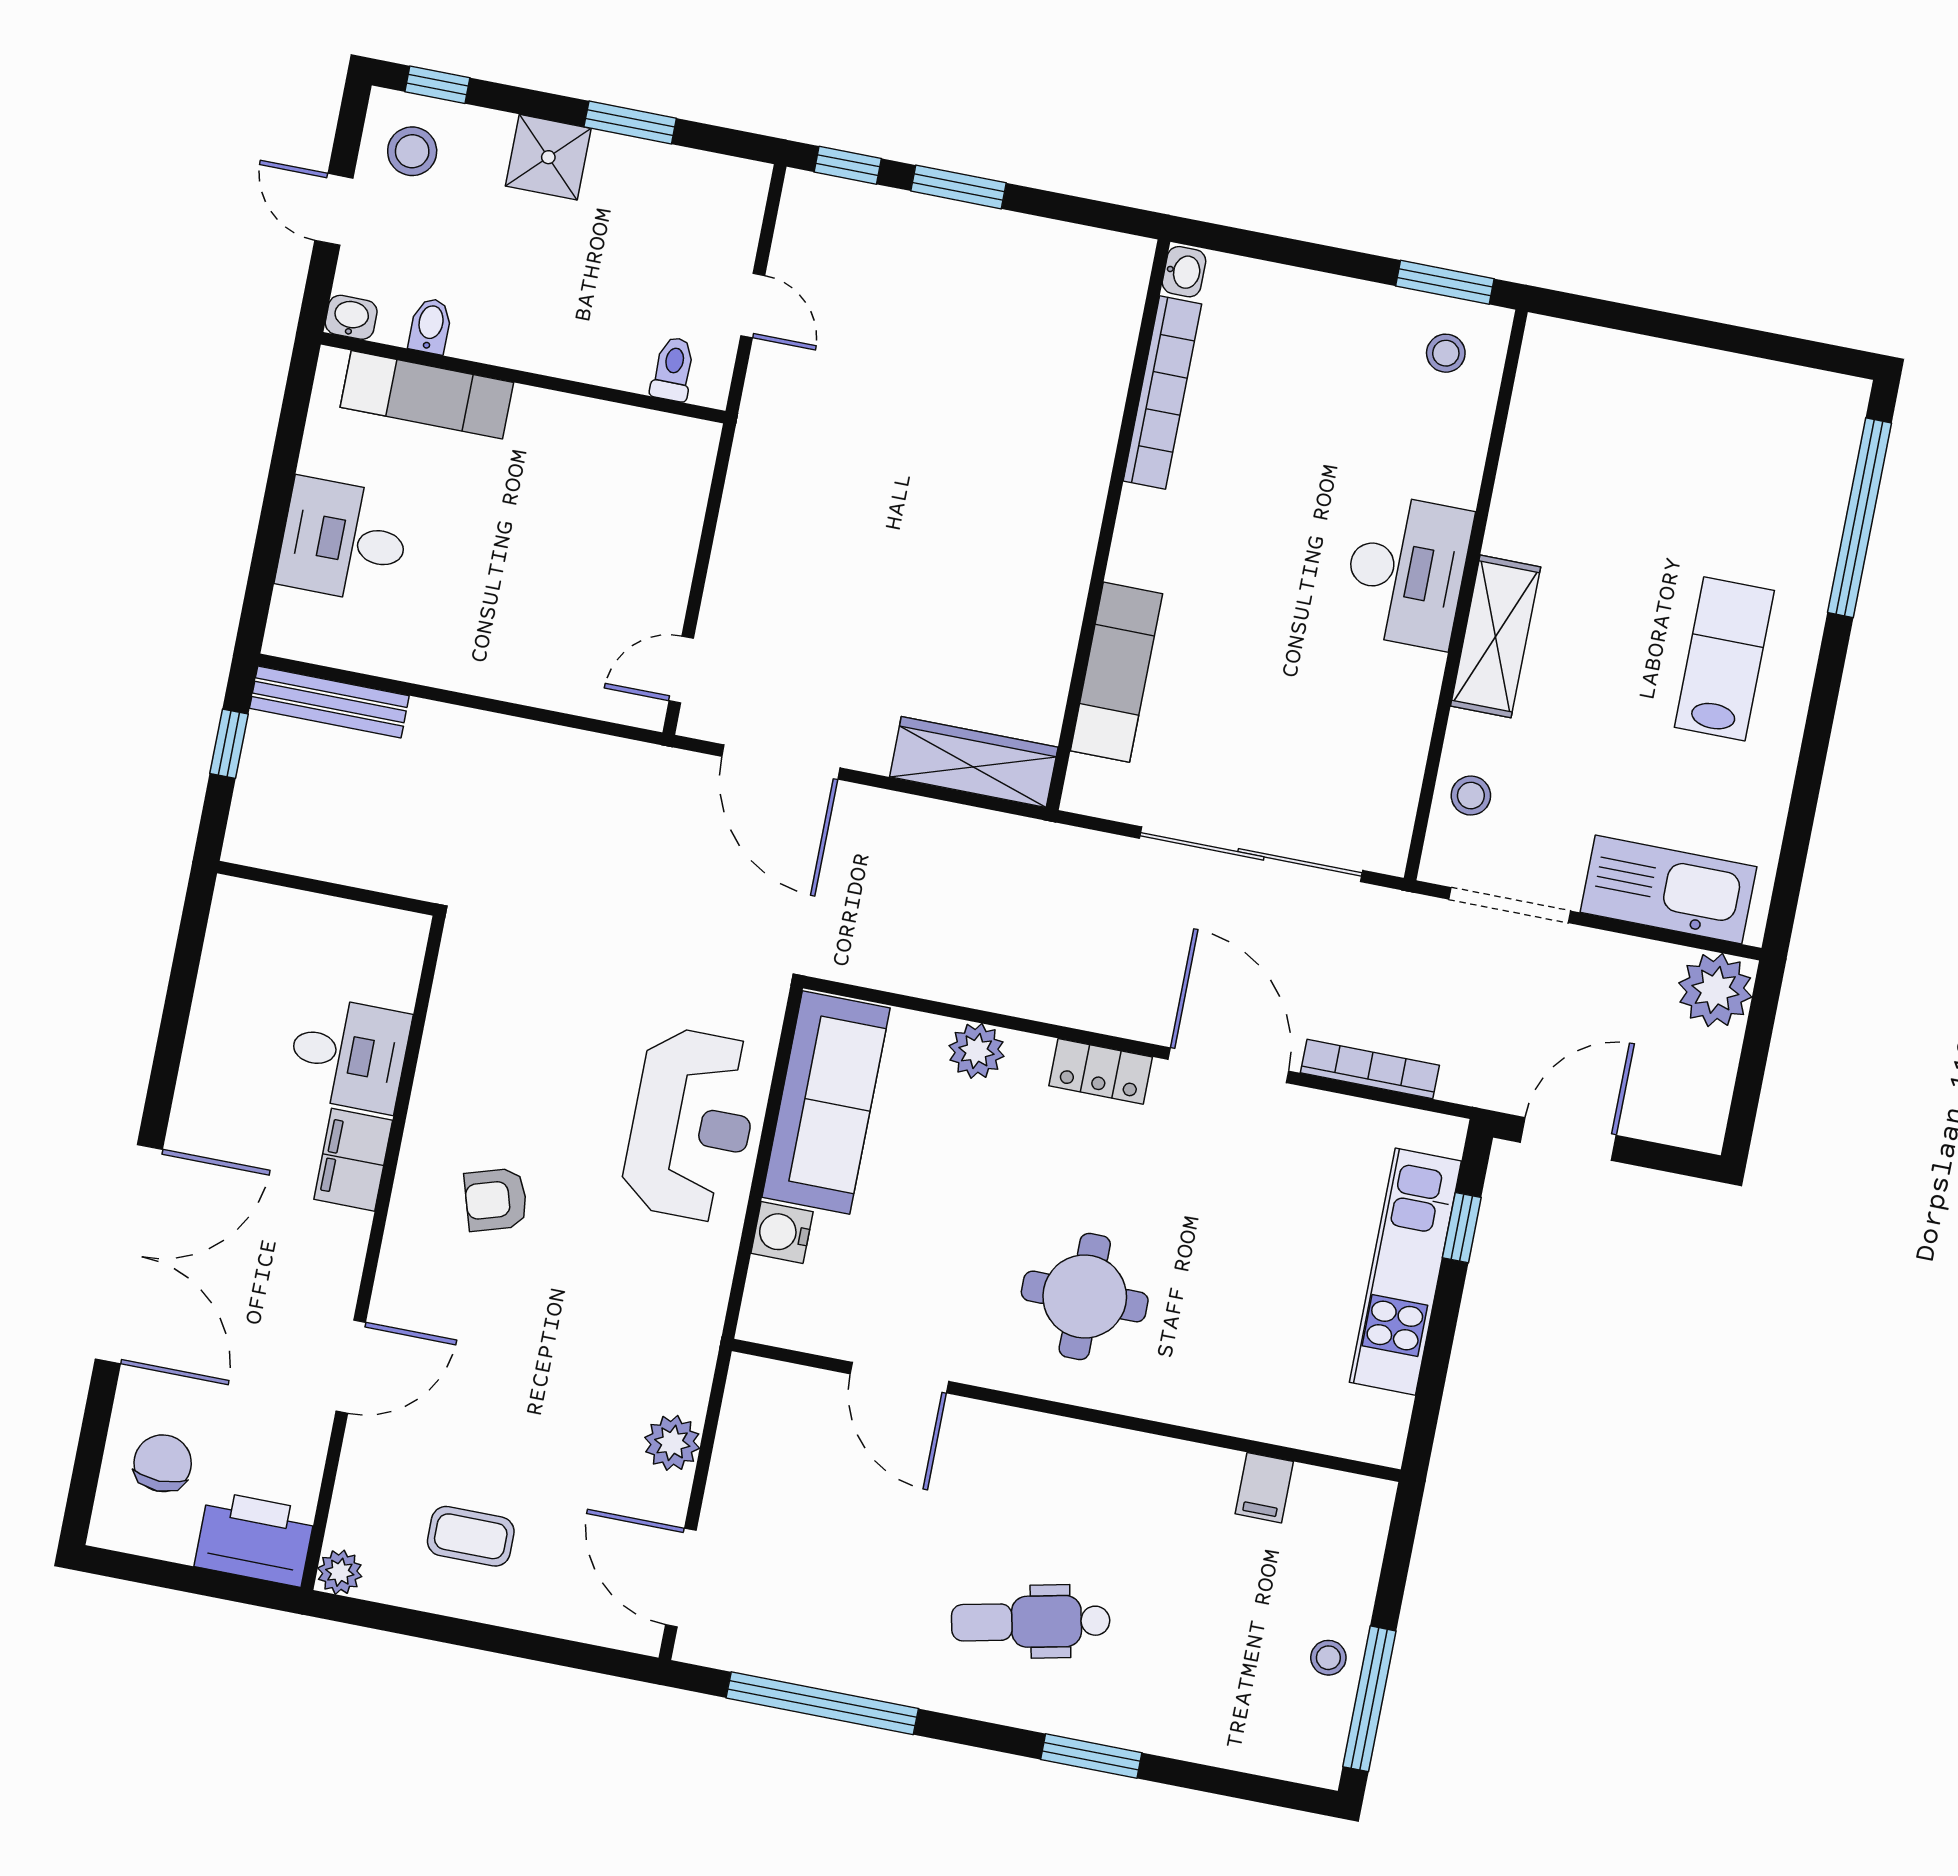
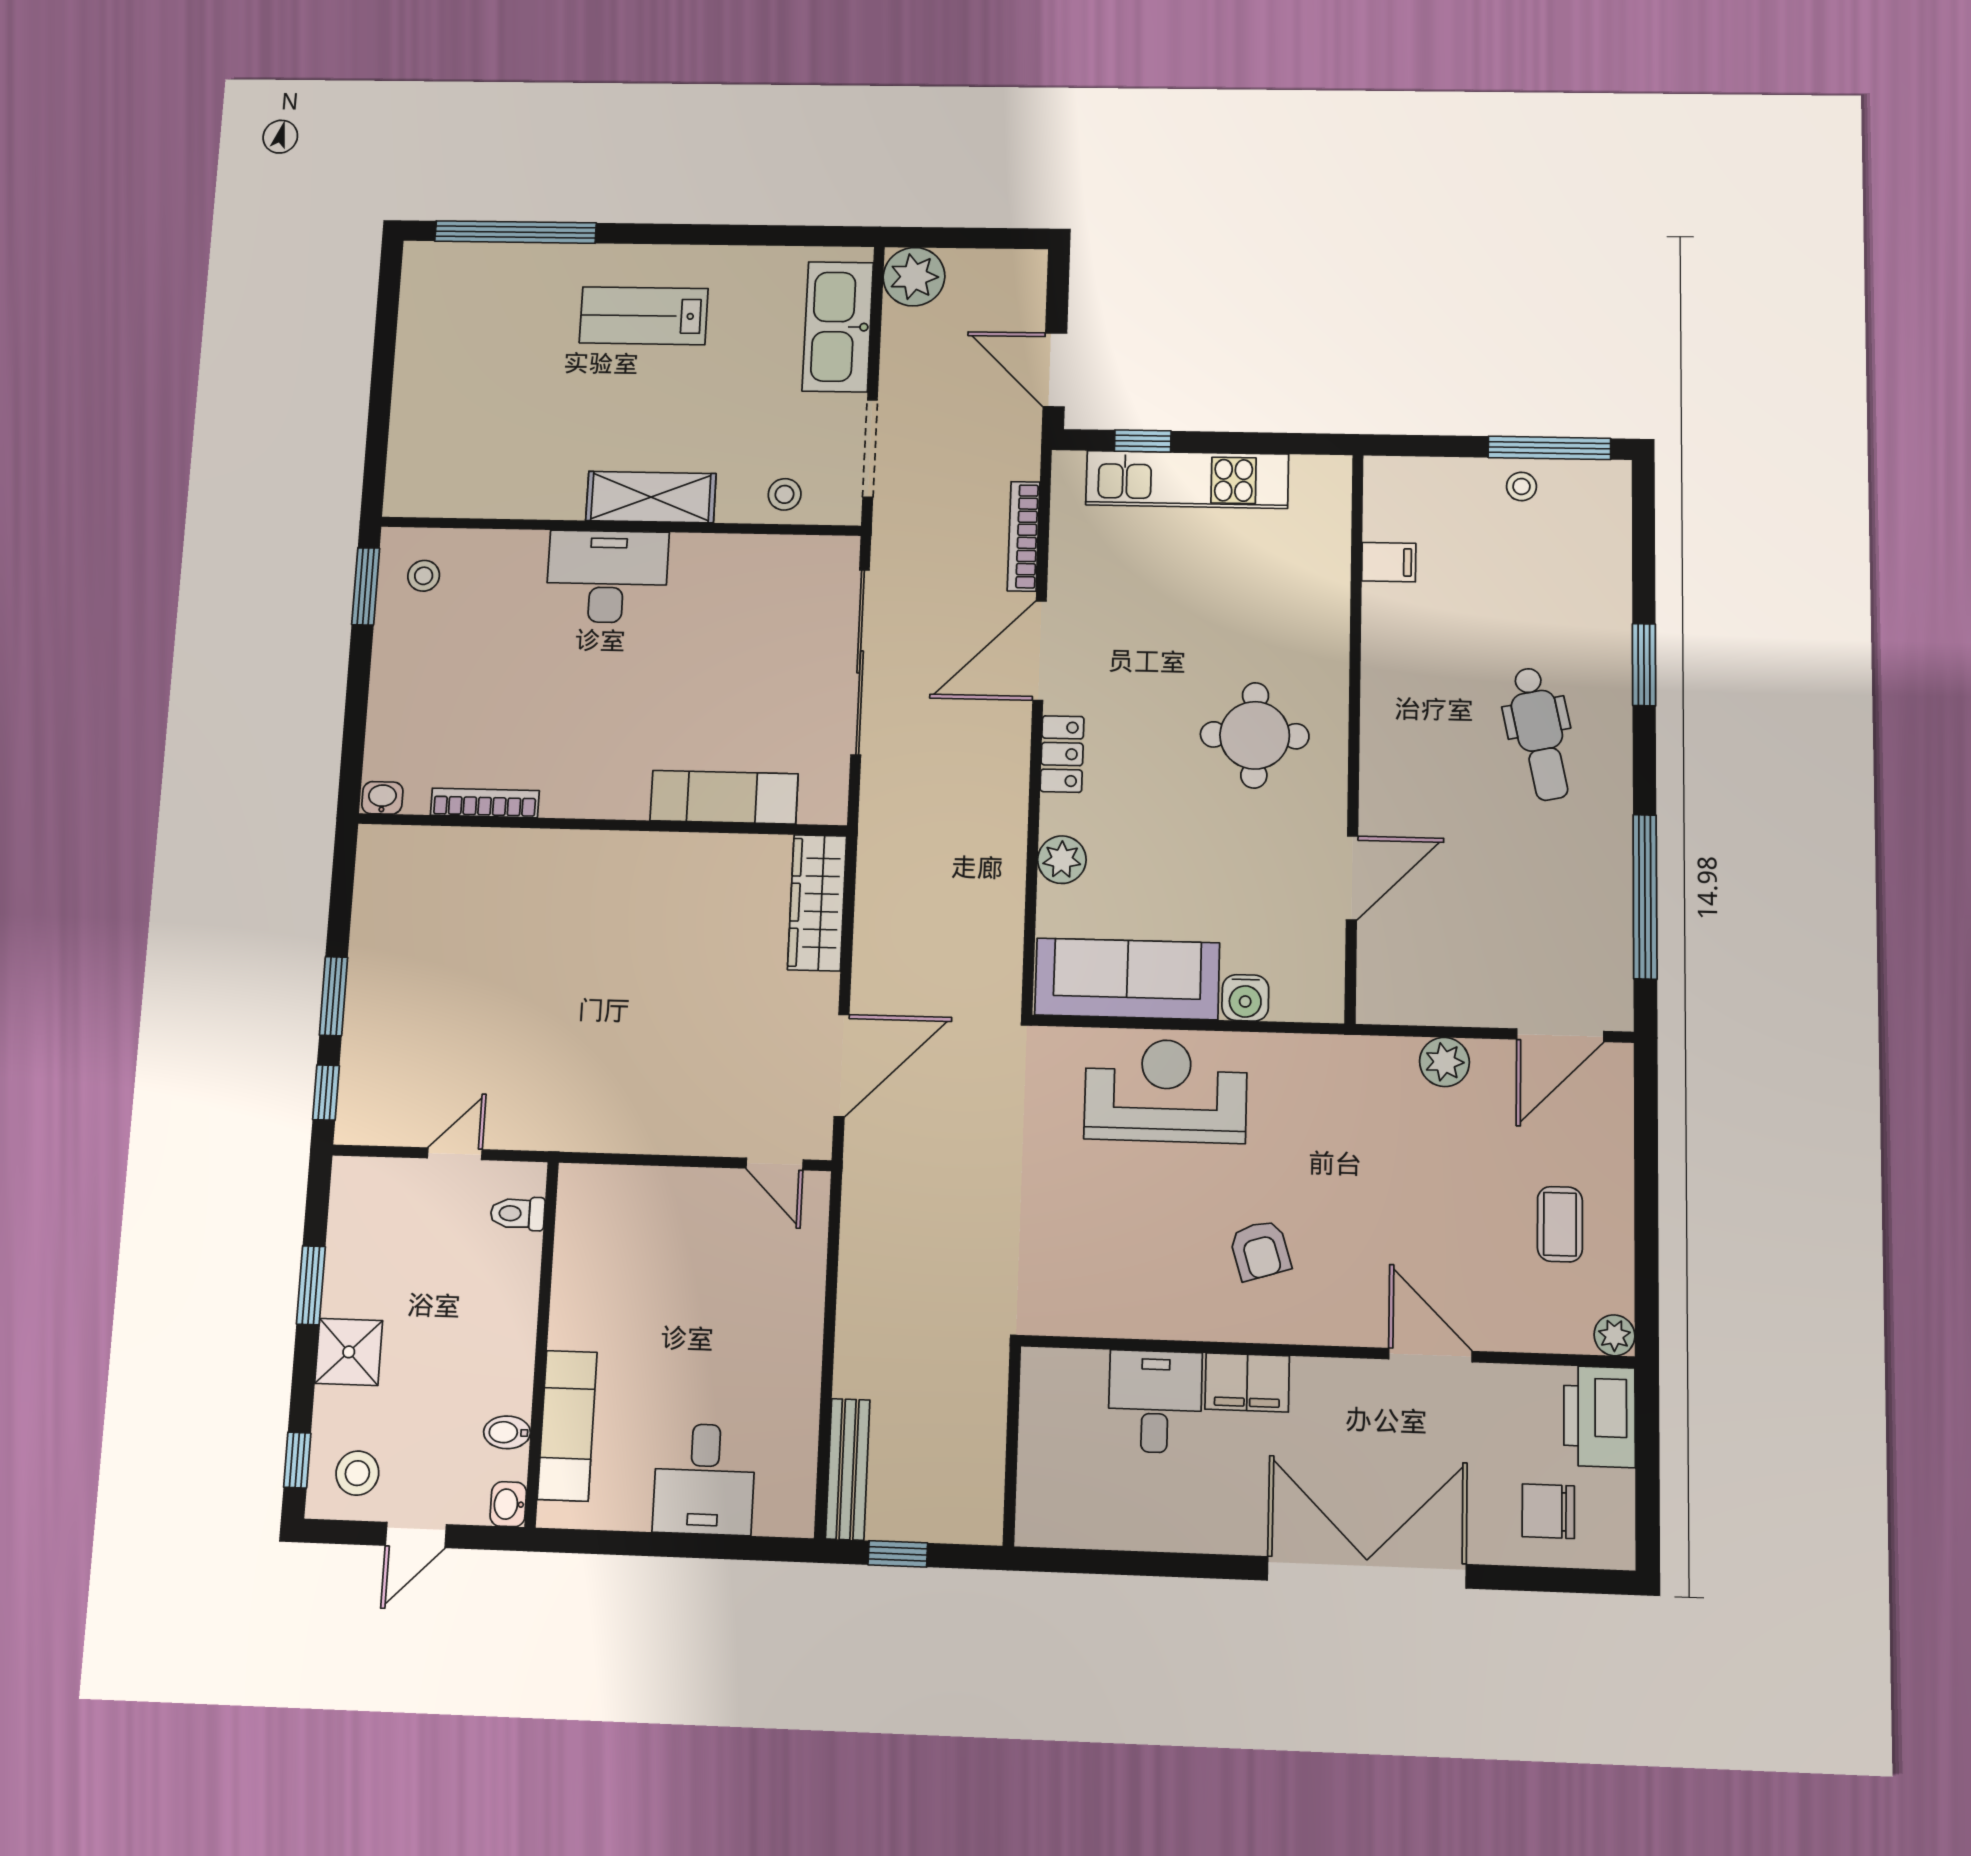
bookcase: (1162, 392) -> (485, 803), width x0.68, depth x0.76

